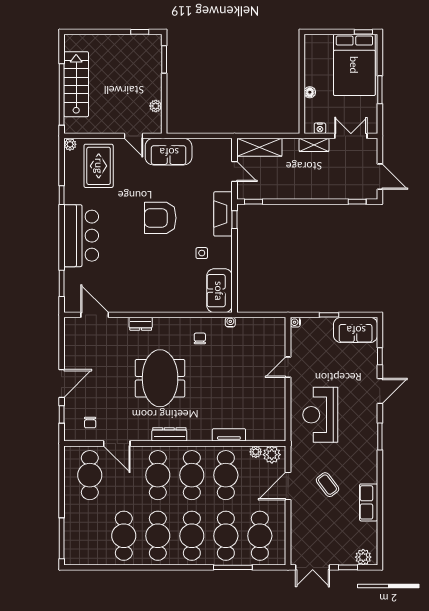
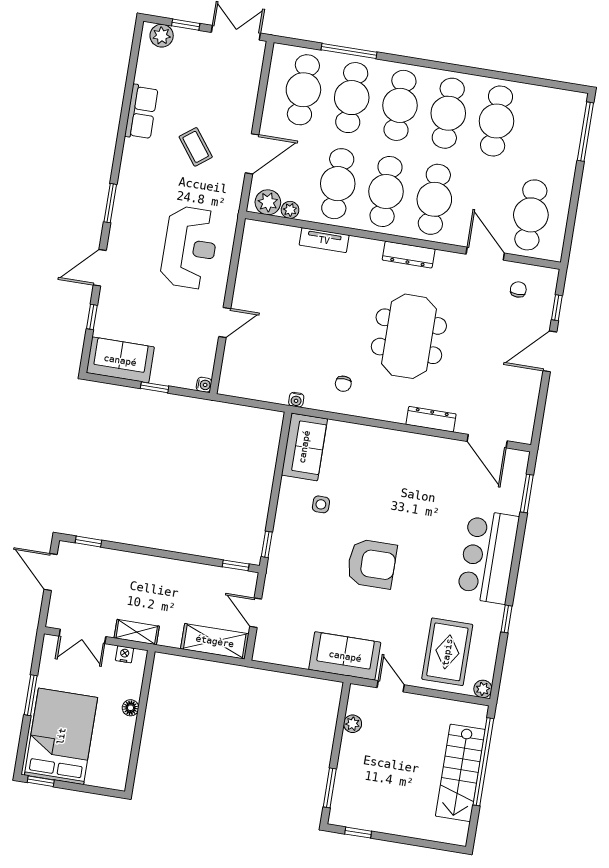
fireplace: (223, 214) -> (282, 555), removed
dresser: (141, 324) -> (431, 419), width x1.44

